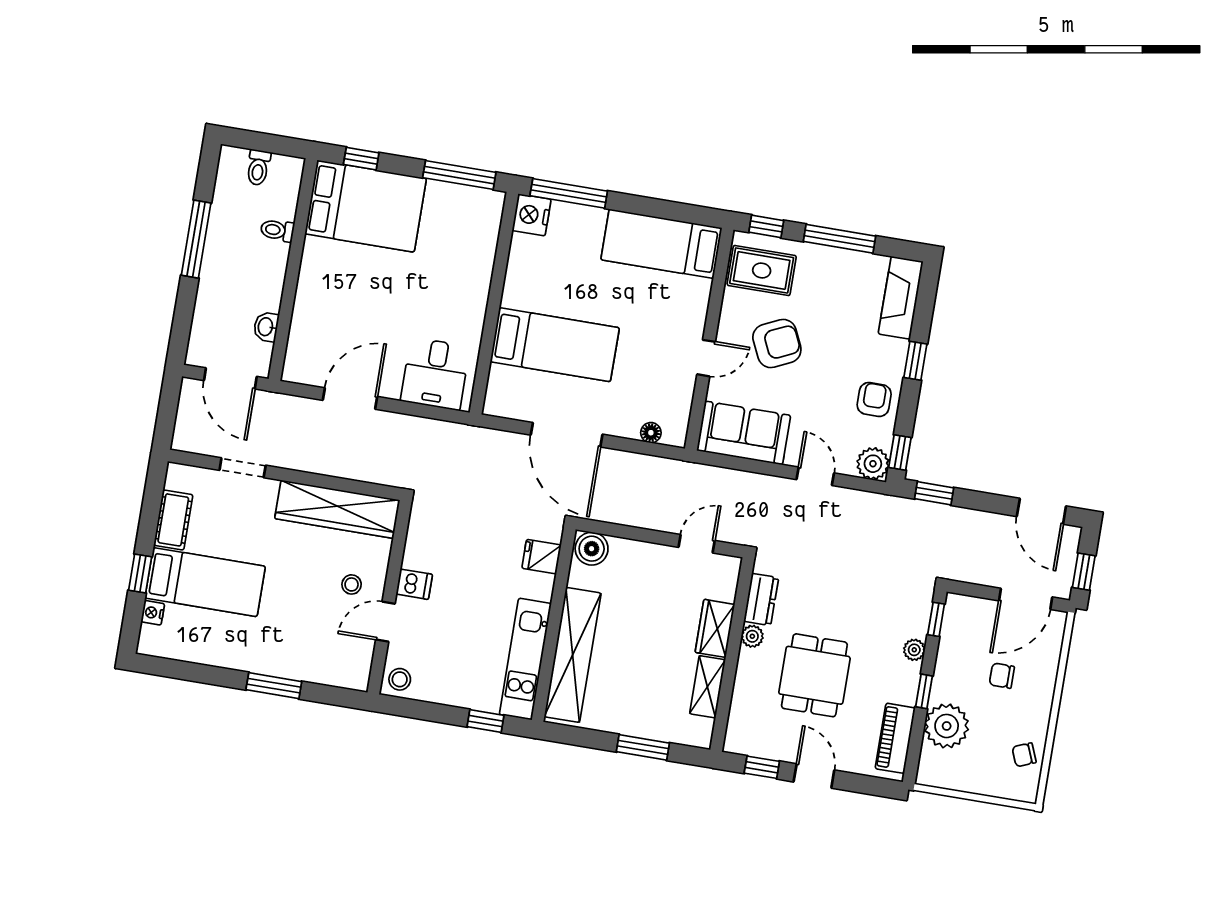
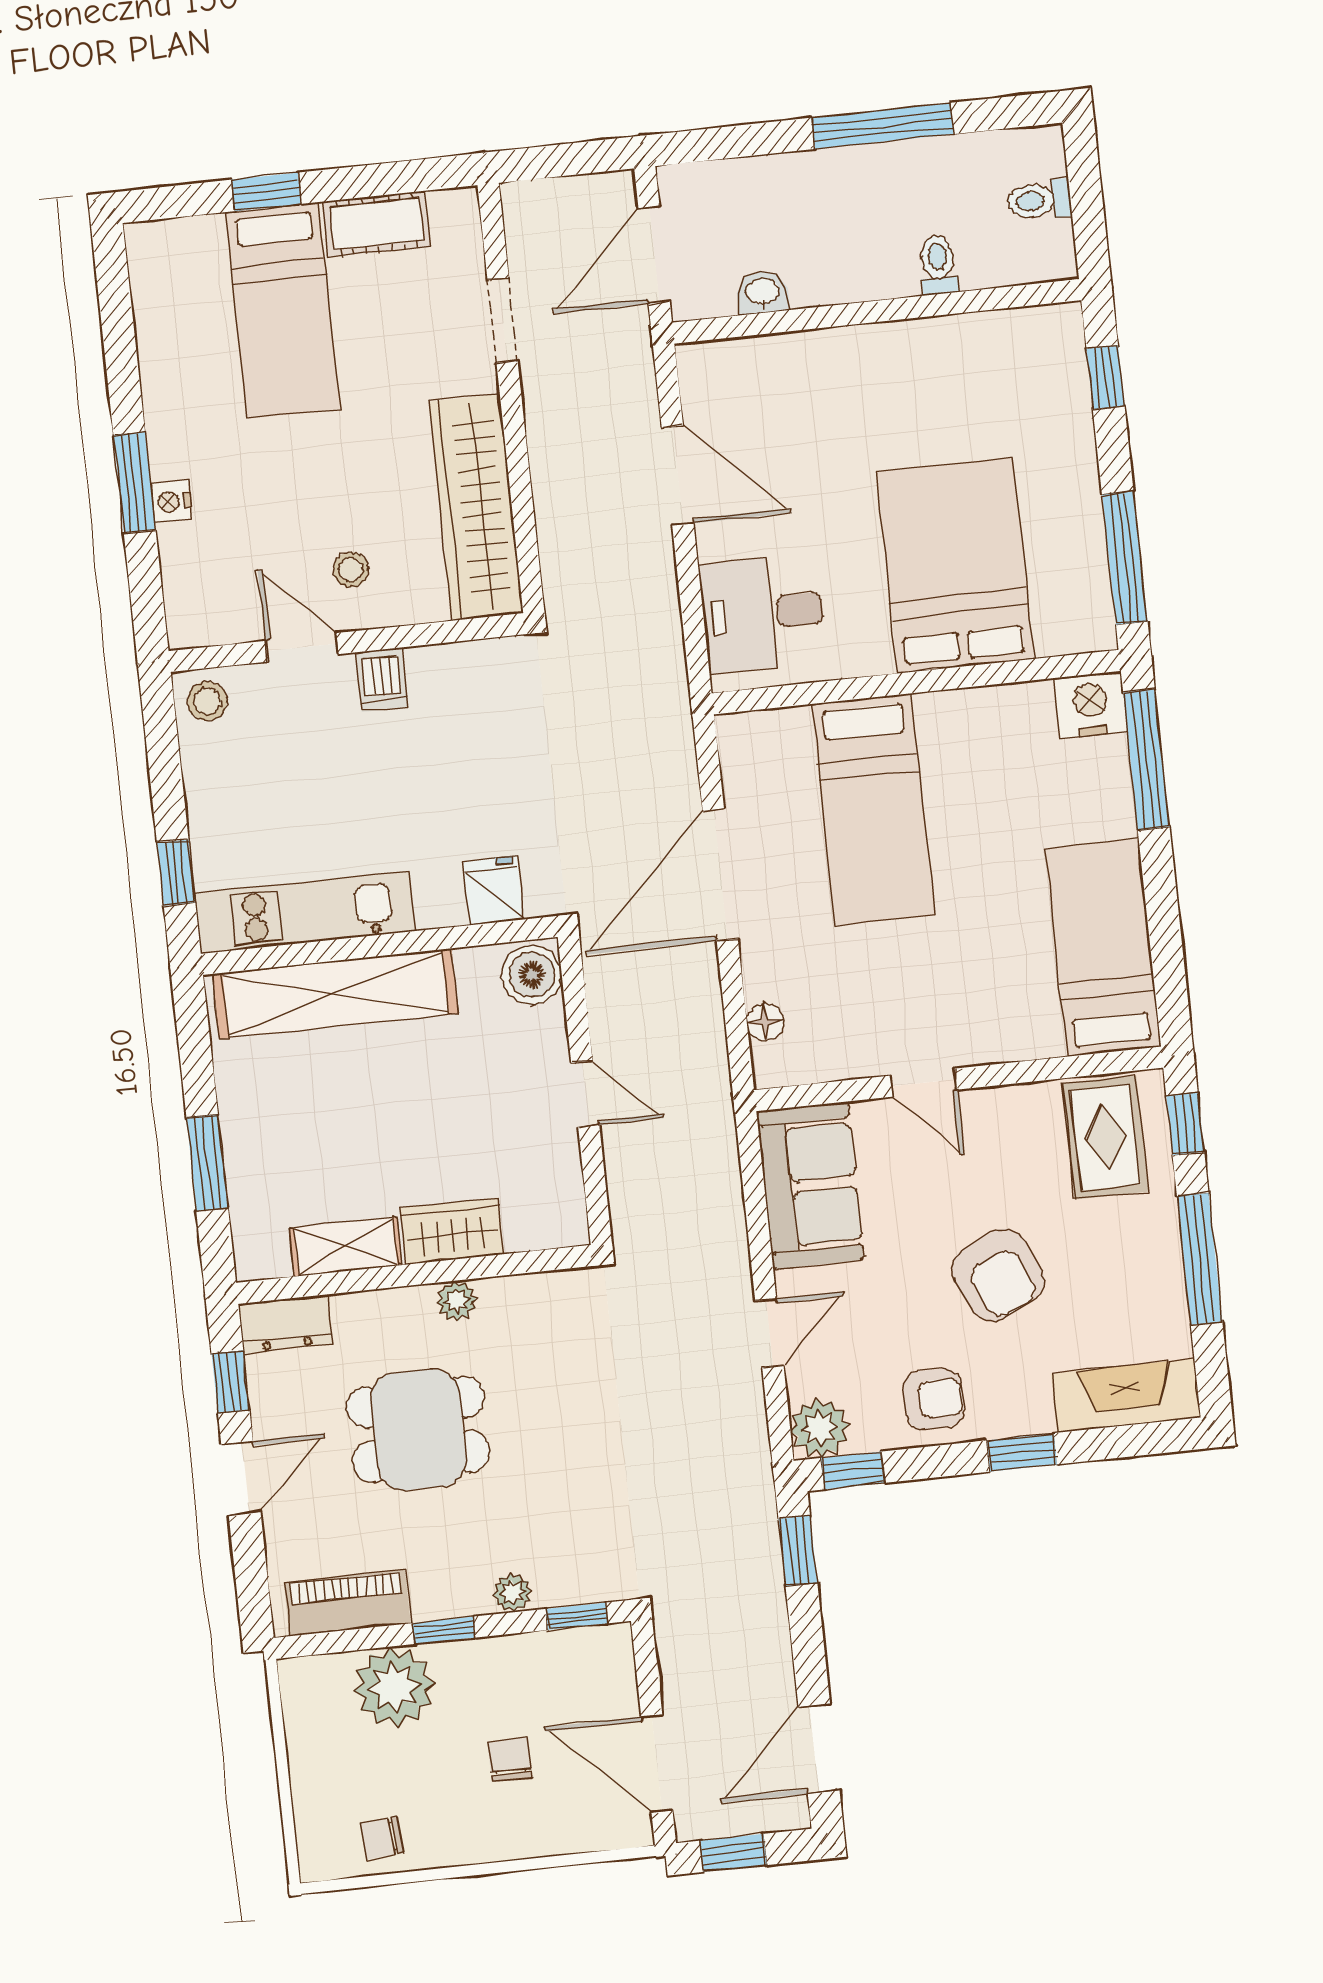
bed: (366, 206) -> (955, 565), moved, turned 180
armchair: (777, 343) -> (998, 1275), moved
door: (697, 544) -> (585, 1094), moved
dresser: (761, 599) -> (285, 1324), moved
nightstand: (153, 613) -> (171, 501), moved, turned -90
chair: (1024, 755) -> (382, 1838), turned -72

